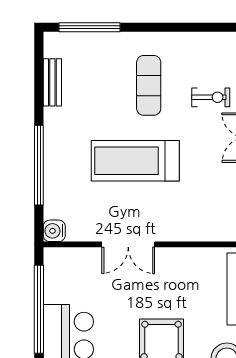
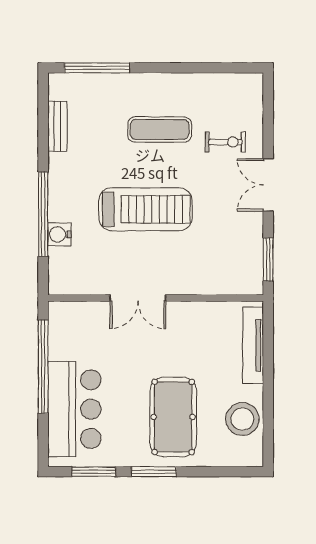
exercise mat: (149, 85) -> (160, 129), turned 90
treadmill: (135, 161) -> (145, 209), turned 180
water cooler: (54, 231) -> (59, 234), moved

